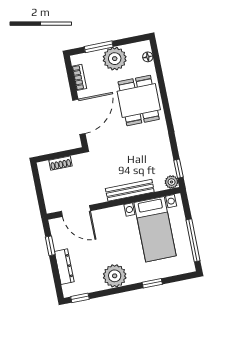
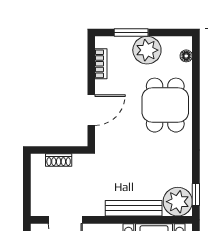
door: (79, 117) -> (91, 110), width x0.73
plant: (172, 182) -> (178, 202), width x1.87, depth x1.87

